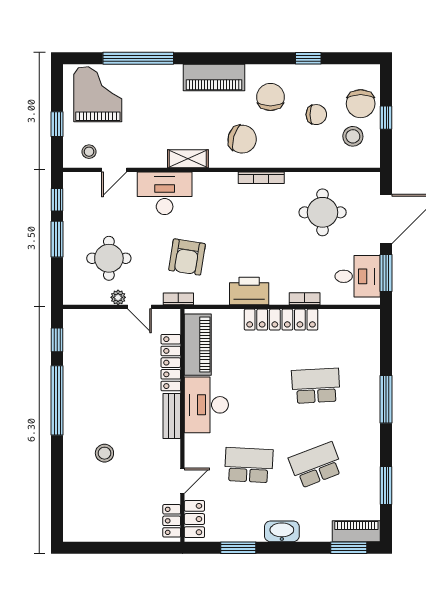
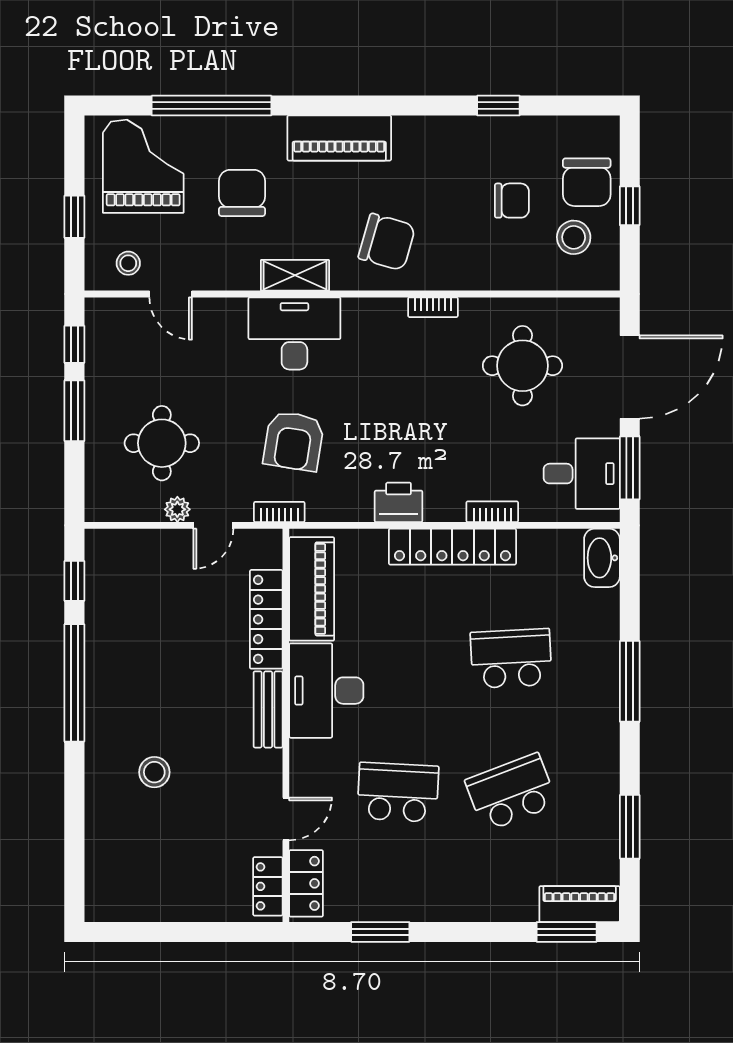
chair: (270, 97) -> (242, 193), moved
door: (114, 170) -> (171, 294), hinge flipped
bookcase: (261, 178) -> (433, 307), width x0.64
desk: (165, 193) -> (294, 333), moved
printer: (249, 291) -> (399, 502), width x0.73, depth x0.84
door: (139, 307) -> (213, 525), hinge flipped
washbasin: (282, 531) -> (602, 558), moved, turned -90

